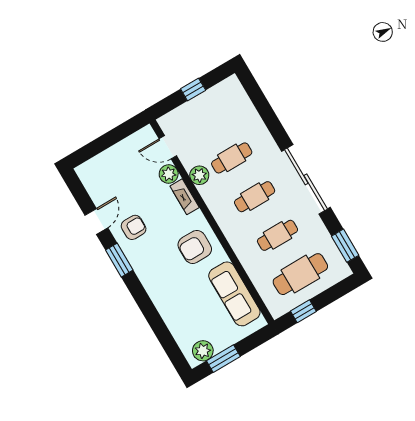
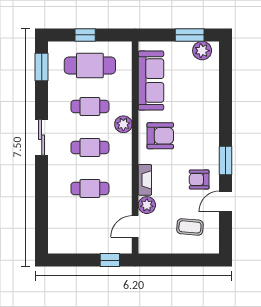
window: (193, 90) -> (110, 260), moved
door: (168, 147) -> (135, 226), swing flipped
plant: (199, 175) -> (123, 124), moved
coffee table: (116, 177) -> (190, 227), added
sliding door: (306, 179) -> (42, 137), width x0.54
window: (303, 311) -> (85, 35), moved

